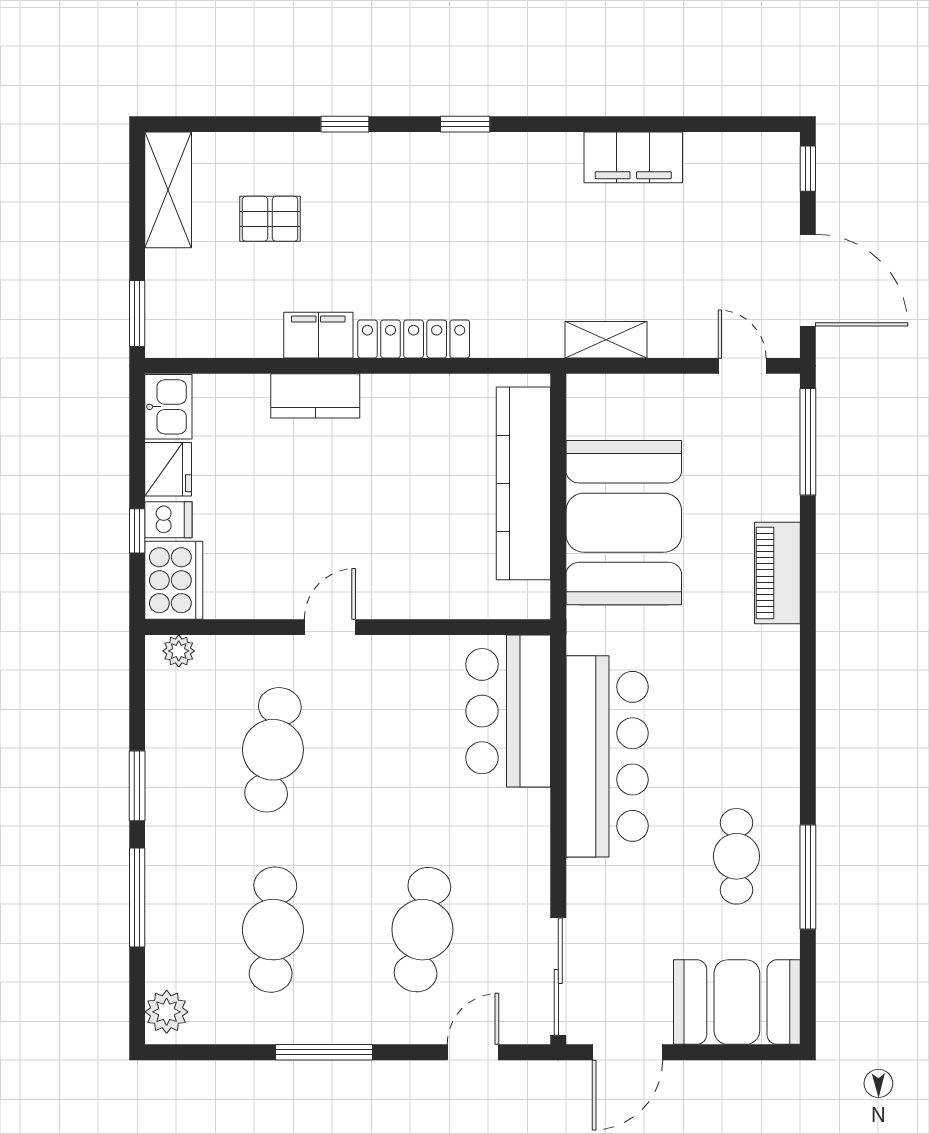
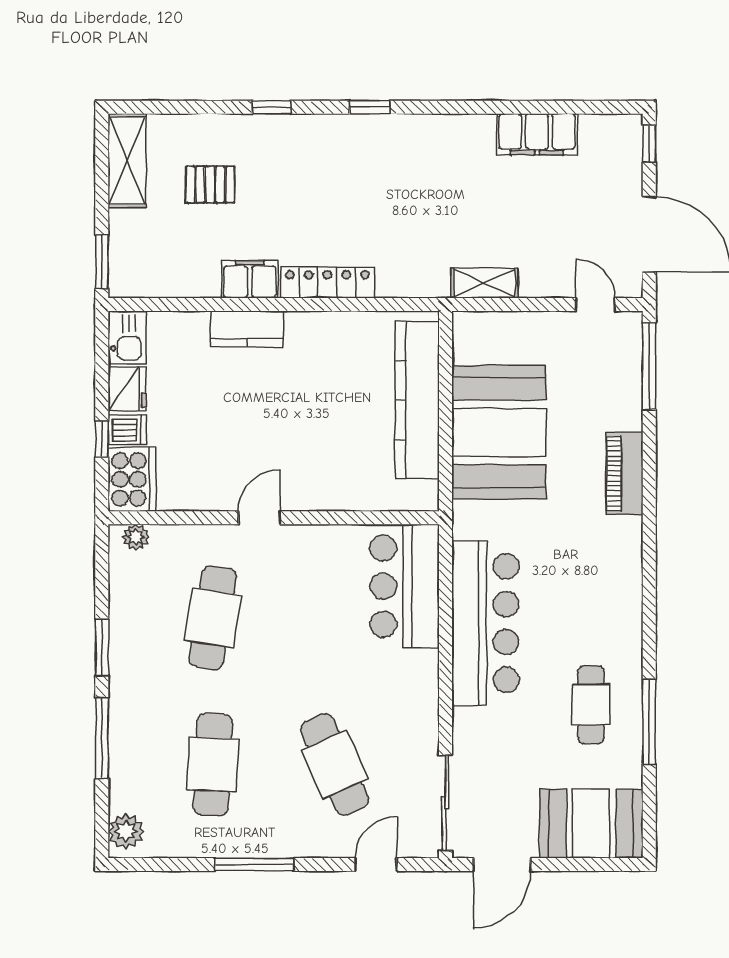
filing cabinet: (633, 157) -> (537, 134), moved
cafe table: (422, 930) -> (335, 764), turned -33

